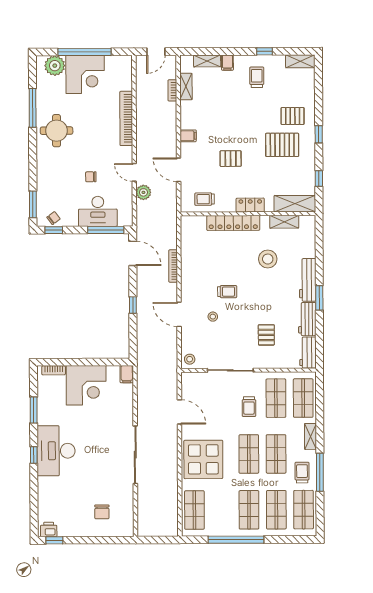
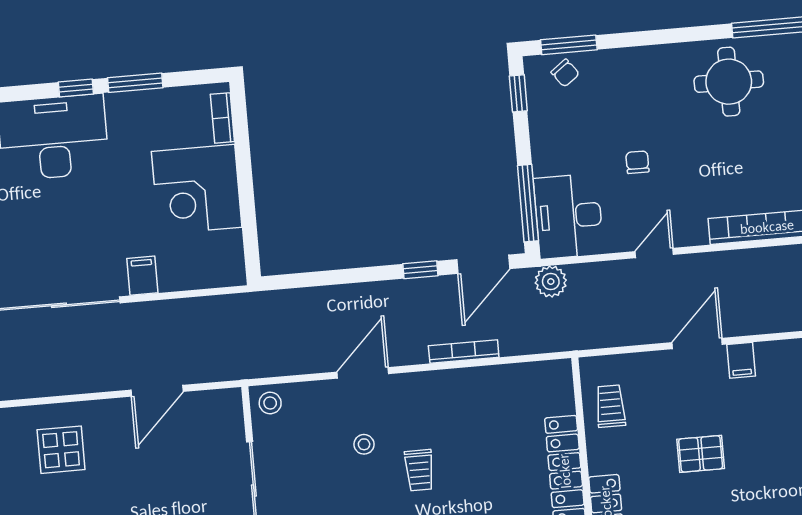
pallet: (231, 159) -> (701, 454), turned 90
door: (179, 170) -> (697, 344), moved
plant: (143, 192) -> (551, 281), moved
desk: (98, 211) -> (569, 216), moved
chair: (54, 218) -> (565, 73), moved
window: (133, 305) -> (420, 270), moved
filing cabinet: (127, 374) -> (142, 276), moved, turned 90
window: (34, 455) -> (76, 88), moved
display table: (203, 459) -> (61, 450), width x0.54, depth x0.54

